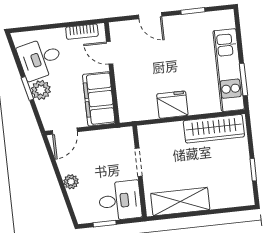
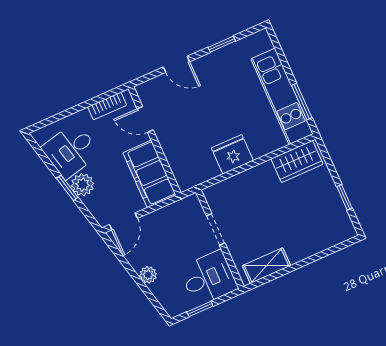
wardrobe: (214, 129) -> (297, 161), width x0.67
shelving: (180, 202) -> (267, 266), width x0.67, depth x0.75

